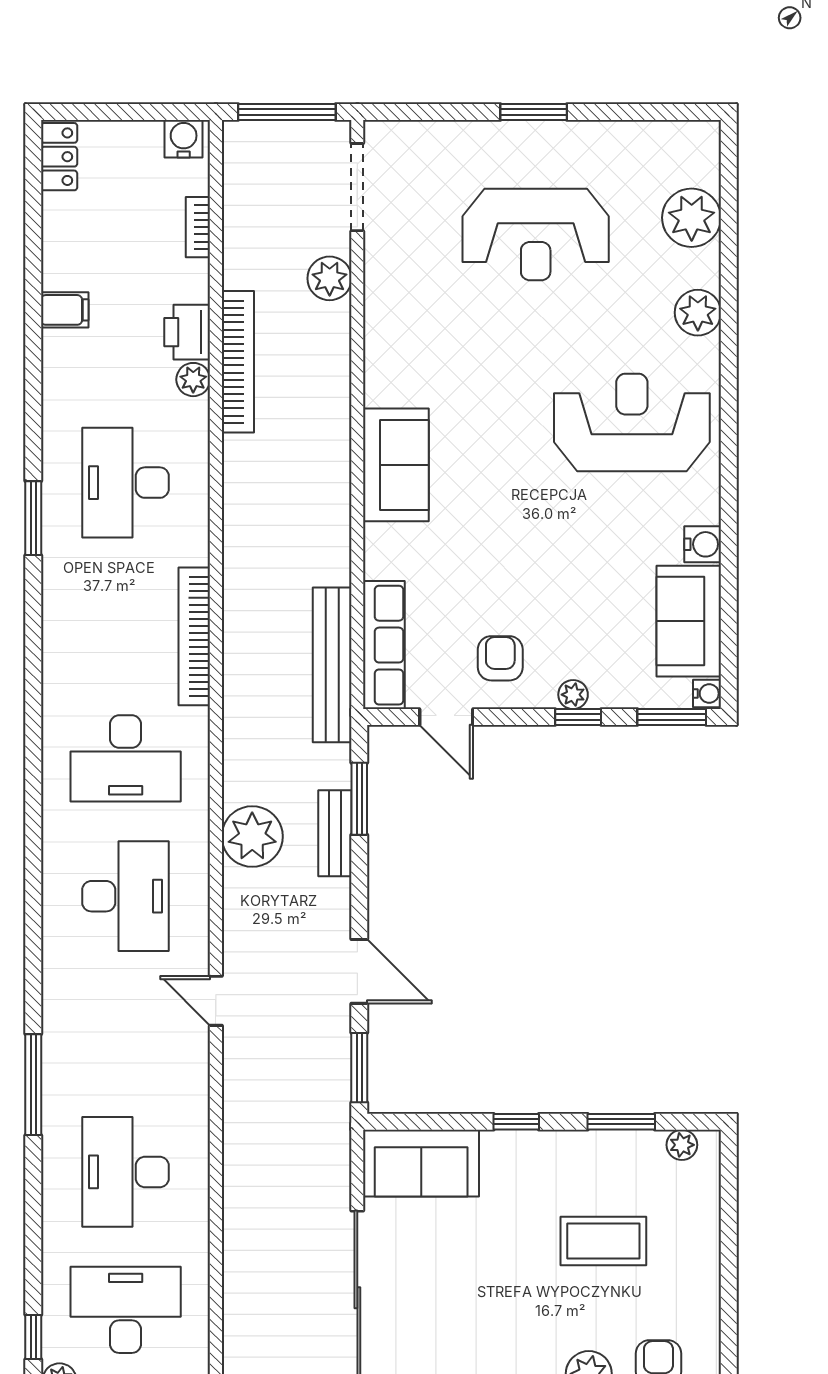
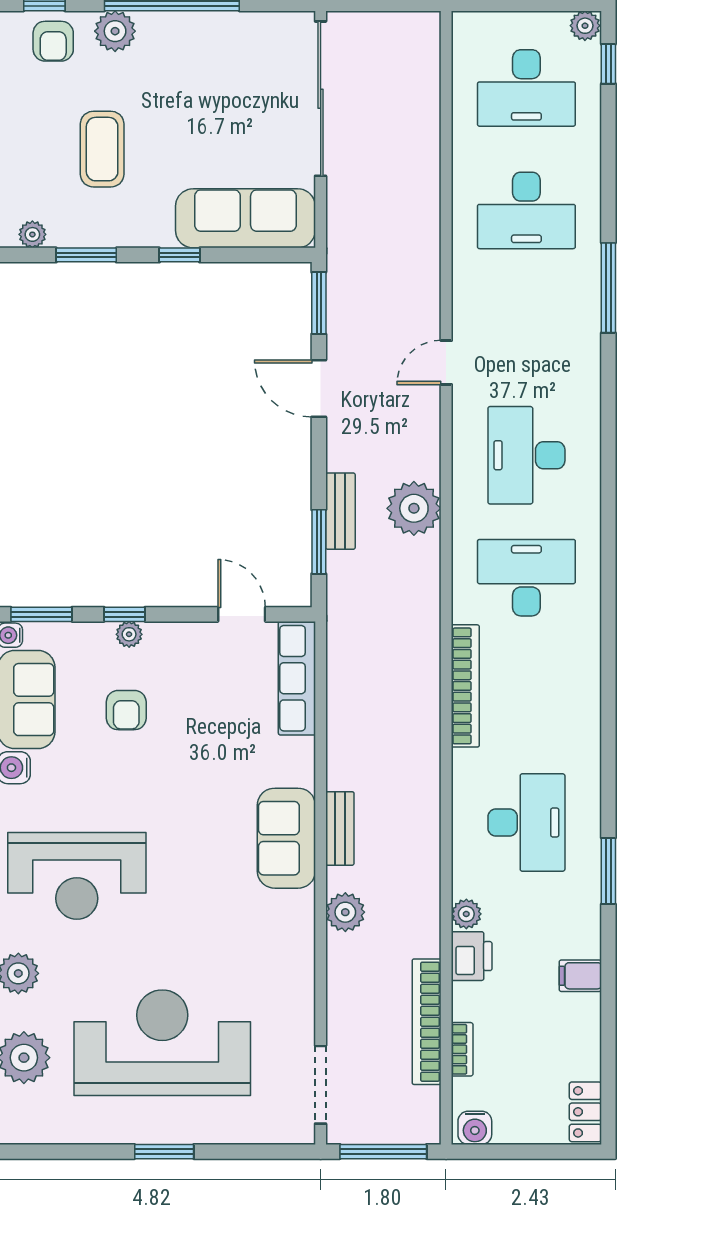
reception desk: (536, 234) -> (162, 1043), width x1.36, depth x1.30
plant: (330, 278) -> (345, 912), moved
bookcase: (238, 362) -> (427, 1022), moved
window: (33, 518) -> (608, 871), moved
armchair: (500, 658) -> (126, 710), moved
bench: (332, 665) -> (340, 828), moved, width x0.54, depth x0.82
door: (216, 1001) -> (446, 362), swing flipped
sofa: (421, 1163) -> (245, 218), width x1.36
desk: (126, 1172) -> (526, 210), turned 90
coffee table: (603, 1241) -> (102, 149), turned 90

